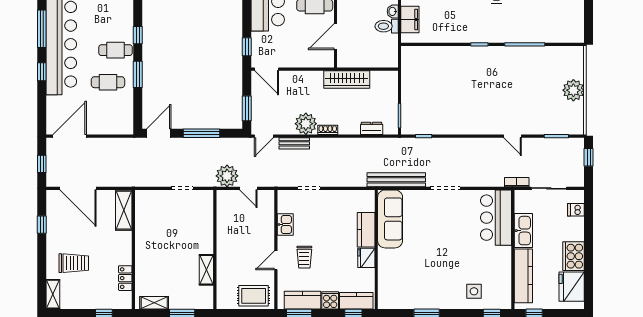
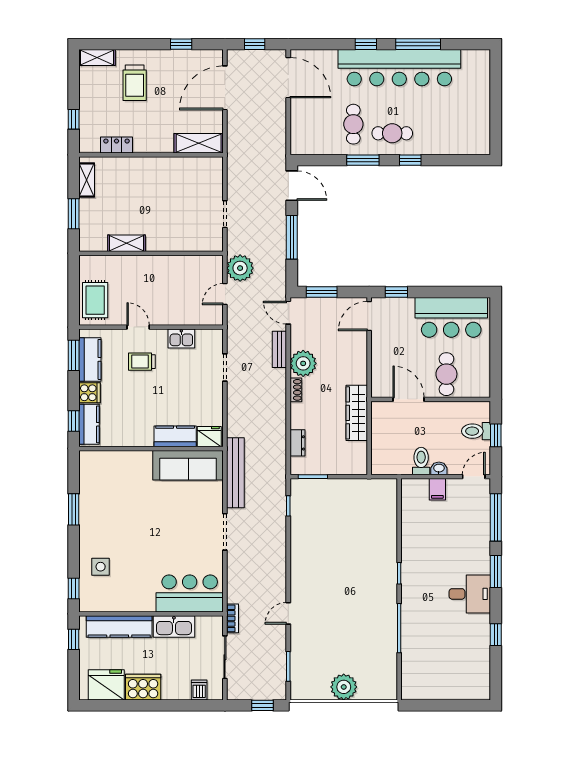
filing cabinet: (410, 19) -> (437, 489), width x0.50
cafe table: (116, 50) -> (392, 133), turned 90
fridge: (366, 258) -> (209, 437), moved

